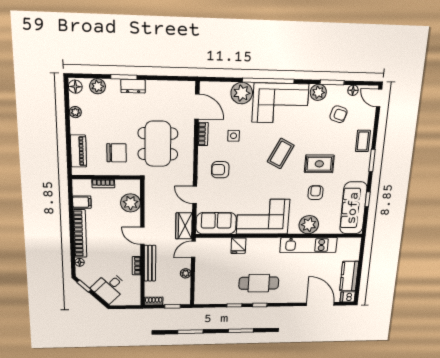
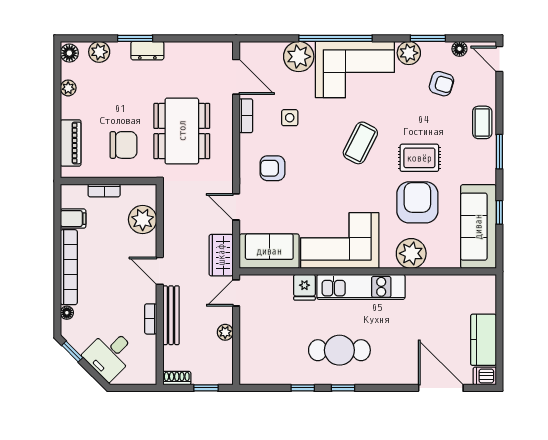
armchair: (315, 193) -> (417, 202), width x1.88, depth x1.88
kitchen unit: (309, 245) -> (361, 287), moved

